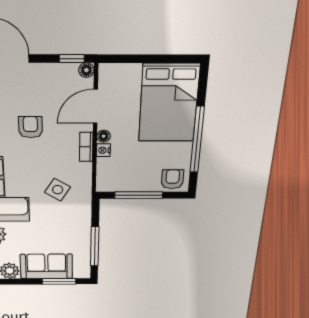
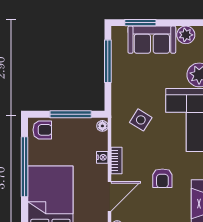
floor lamp: (104, 136) -> (102, 126), moved
armchair: (172, 179) -> (42, 130), turned -90

